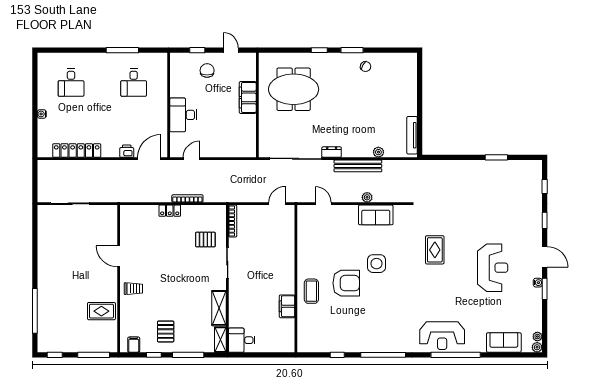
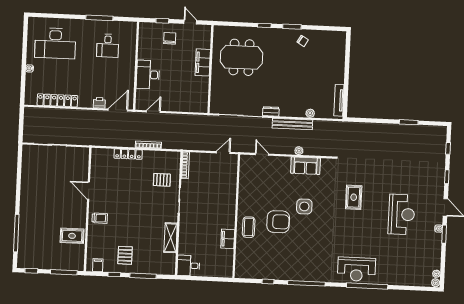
desk: (71, 83) -> (55, 43), width x1.87, depth x1.30
locker: (170, 211) -> (128, 154), width x1.53
shelving: (220, 340) -> (171, 264), removed
sofa: (504, 342) -> (408, 277), removed

